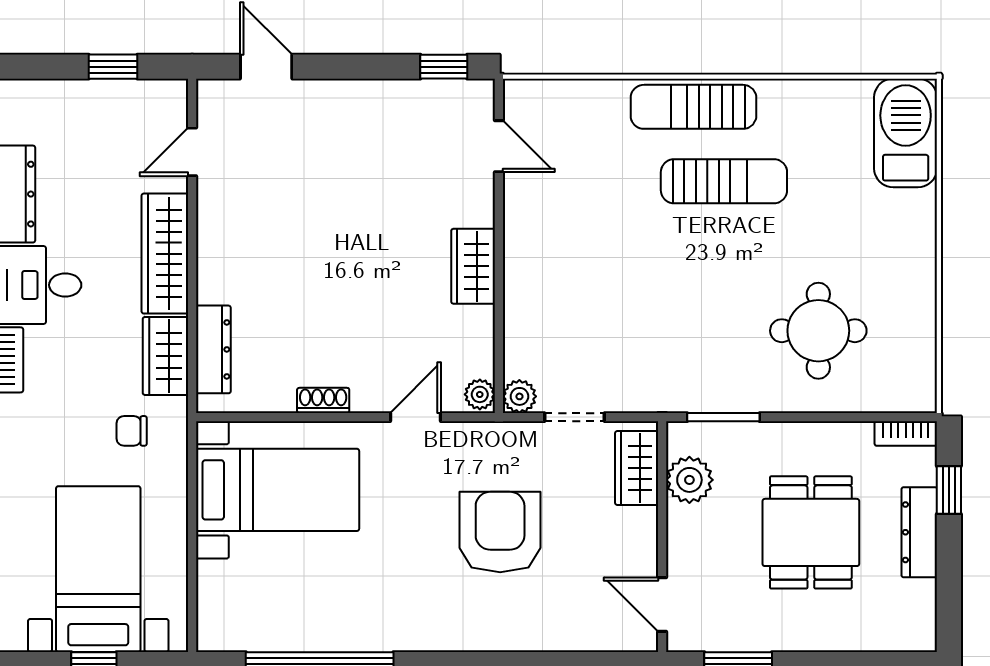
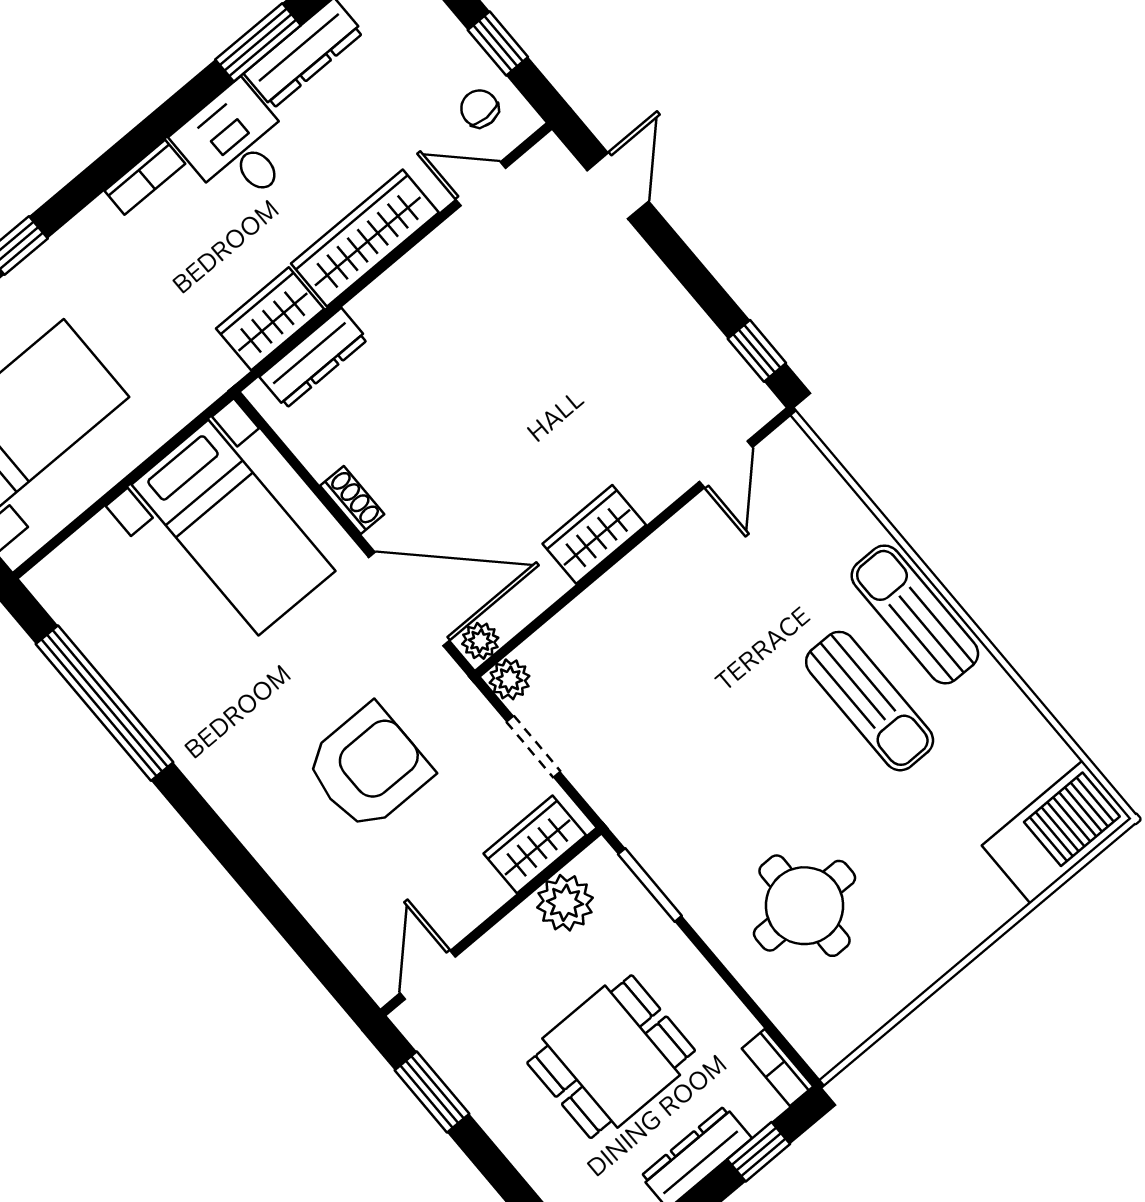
door: (415, 417) -> (409, 599), width x1.87
chair: (132, 431) -> (480, 109), moved

